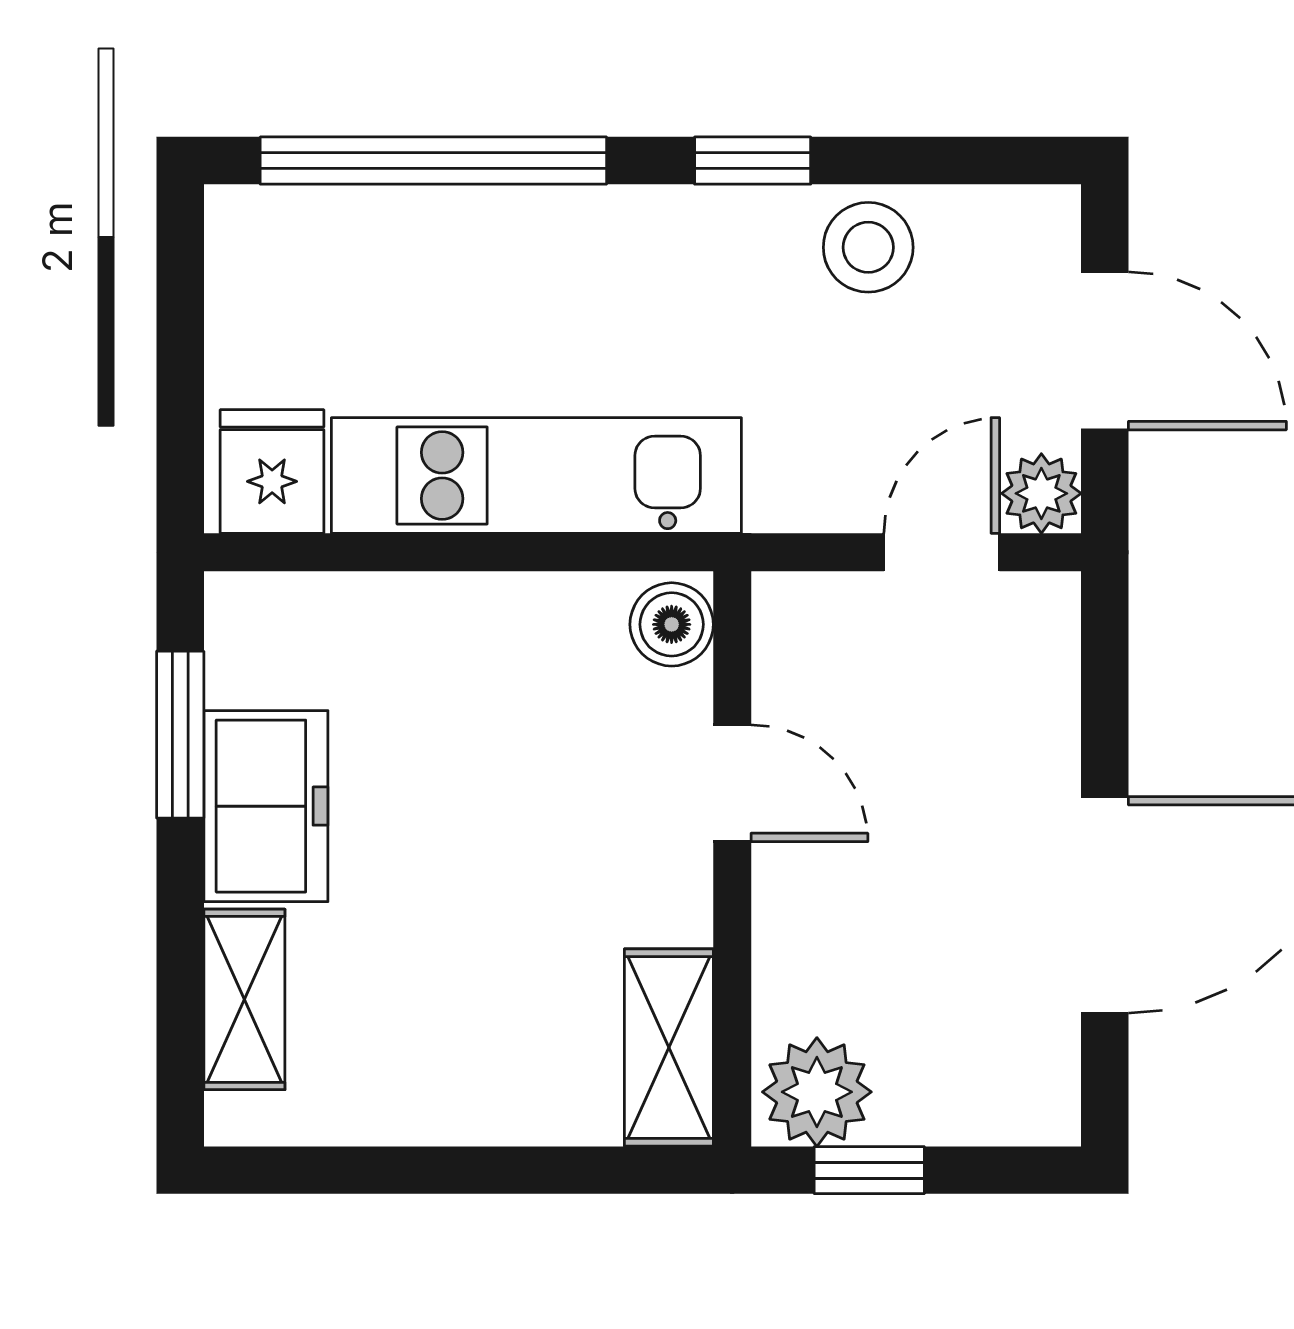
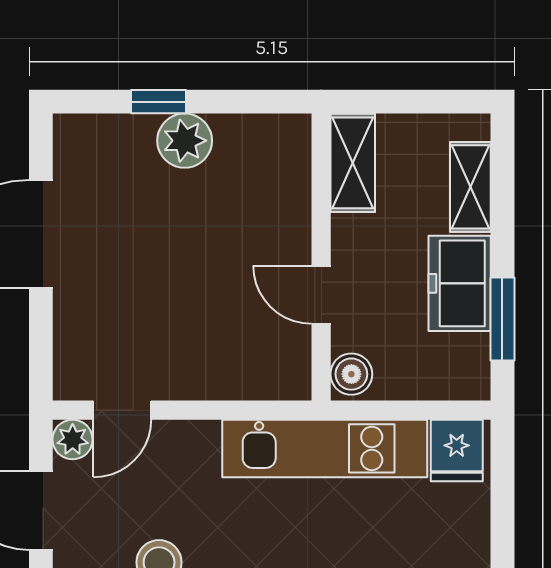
boiler: (672, 624) -> (351, 374), moved
door: (732, 783) -> (321, 295), moved
wall: (732, 859) -> (321, 257), moved
shelving: (669, 1048) -> (353, 163), moved

